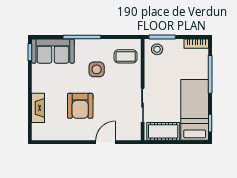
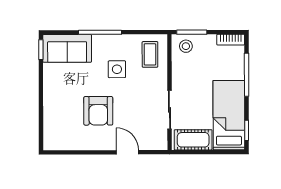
coffee table: (126, 56) -> (150, 54), turned 90
fireplace: (38, 108) -> (50, 113), removed
door: (106, 142) -> (127, 152), hinge flipped

